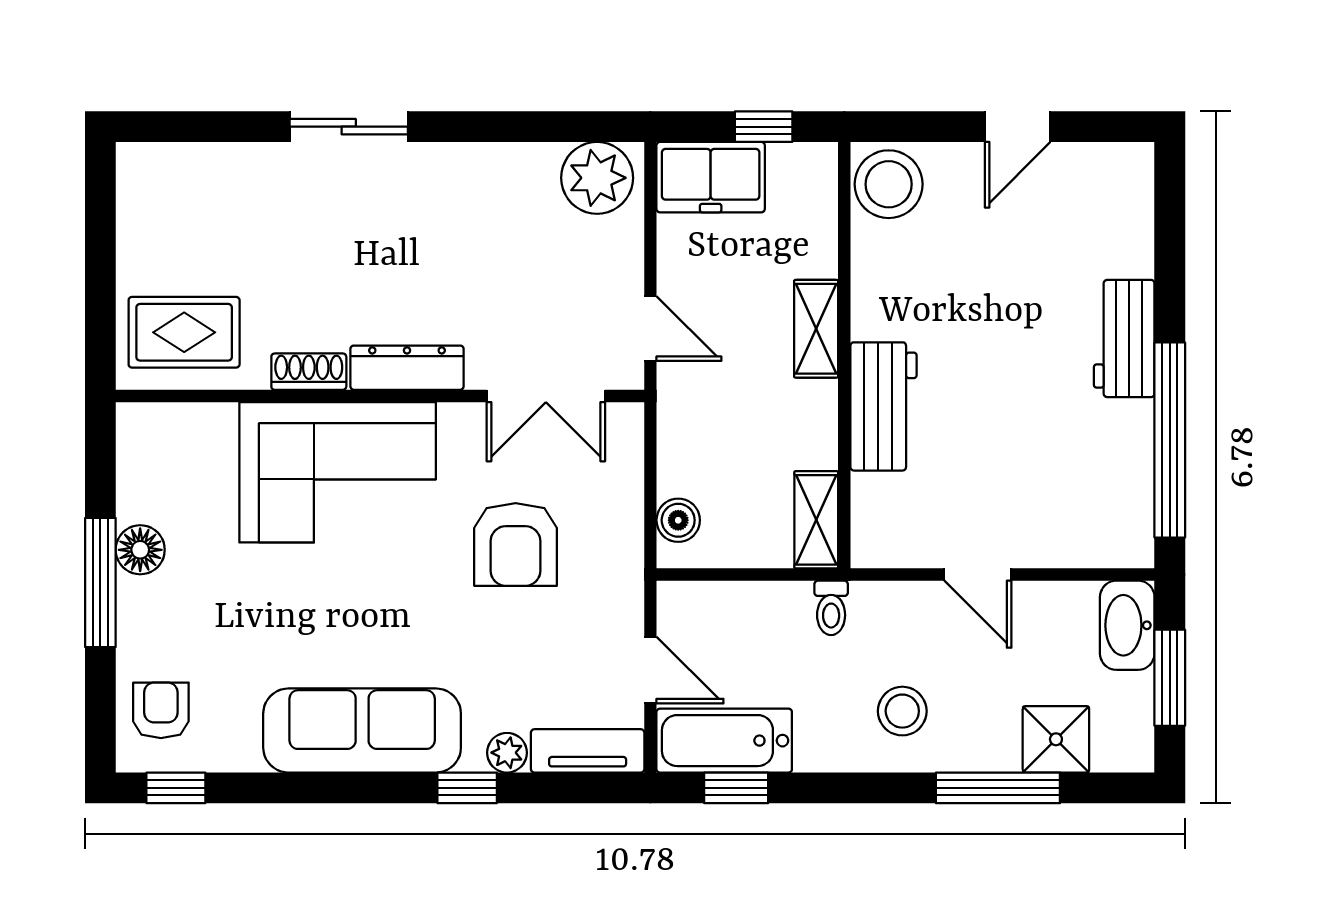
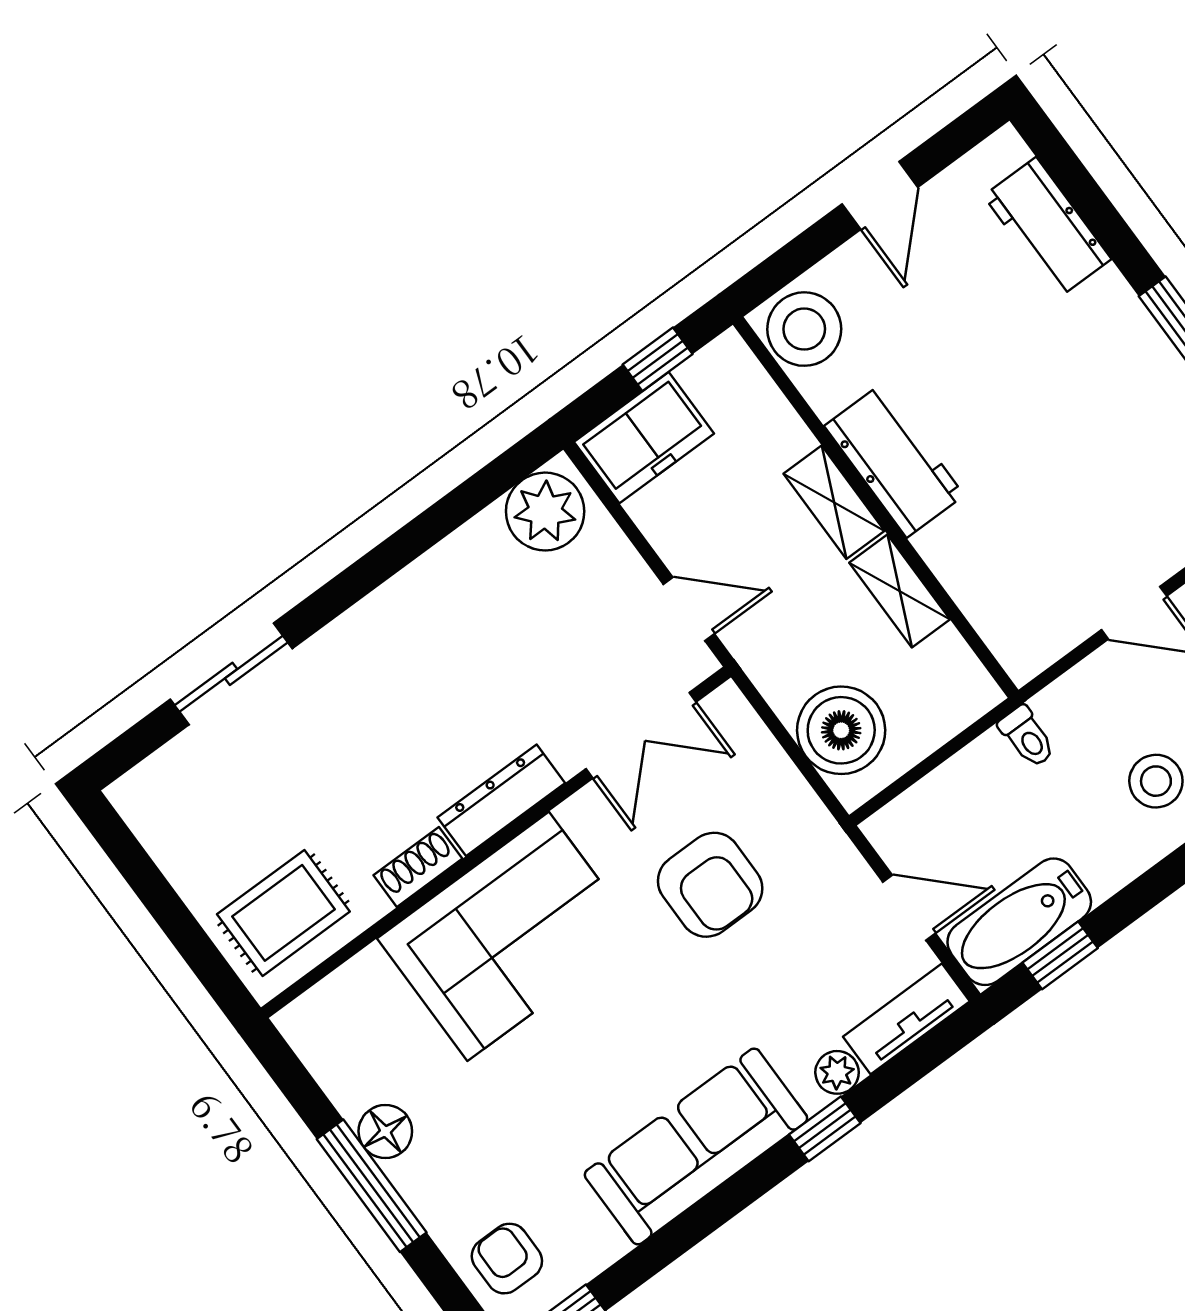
sliding door: (349, 127) -> (231, 674), moved
workbench: (1124, 339) -> (1047, 227), moved
workbench: (884, 406) -> (894, 461), moved
boiler: (678, 520) -> (841, 730), width x1.86, depth x1.86
shelving: (816, 520) -> (900, 591), moved

